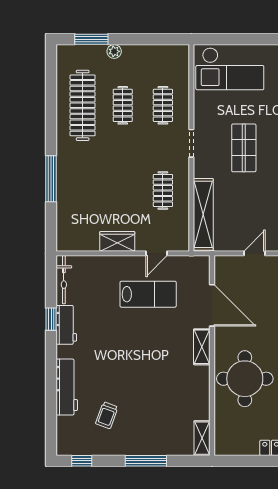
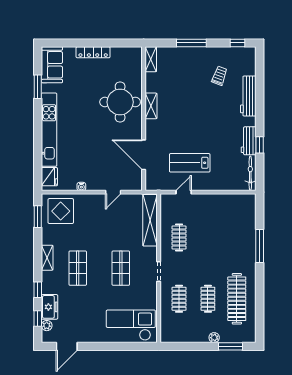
wardrobe: (117, 241) -> (212, 201), removed
shelving: (202, 347) -> (151, 106), moved

